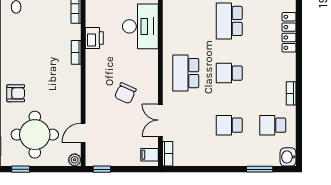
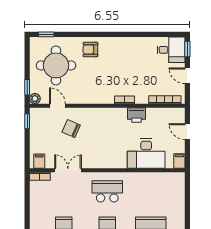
armchair: (16, 93) -> (90, 49), turned 90
chair: (125, 93) -> (71, 129), moved
window: (21, 169) -> (27, 87), moved

